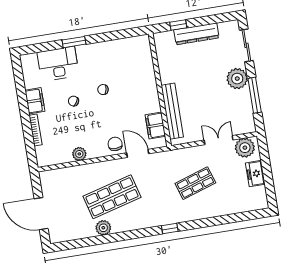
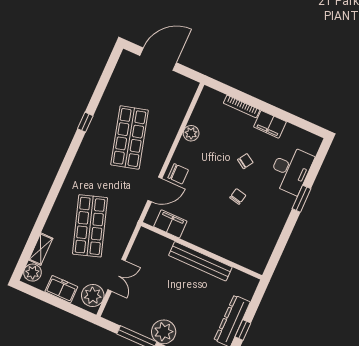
window: (178, 25) -> (243, 330), moved
bench: (172, 111) -> (200, 261), moved
shop shelf: (195, 183) -> (90, 226), width x1.43, depth x1.36
shelving: (236, 208) -> (41, 249), added
plant: (103, 228) -> (32, 273), moved
window: (170, 229) -> (85, 122), moved

